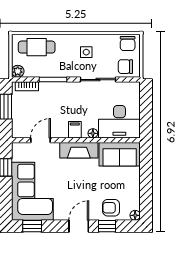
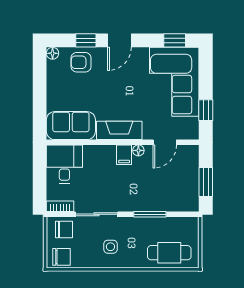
chair: (128, 44) -> (61, 257), turned 90
plant: (18, 71) -> (192, 224), removed
bookcase: (27, 86) -> (60, 206), moved
desk: (119, 122) -> (64, 164), width x0.73
floor lamp: (93, 133) -> (138, 150), moved
armchair: (111, 208) -> (81, 62), turned 180

